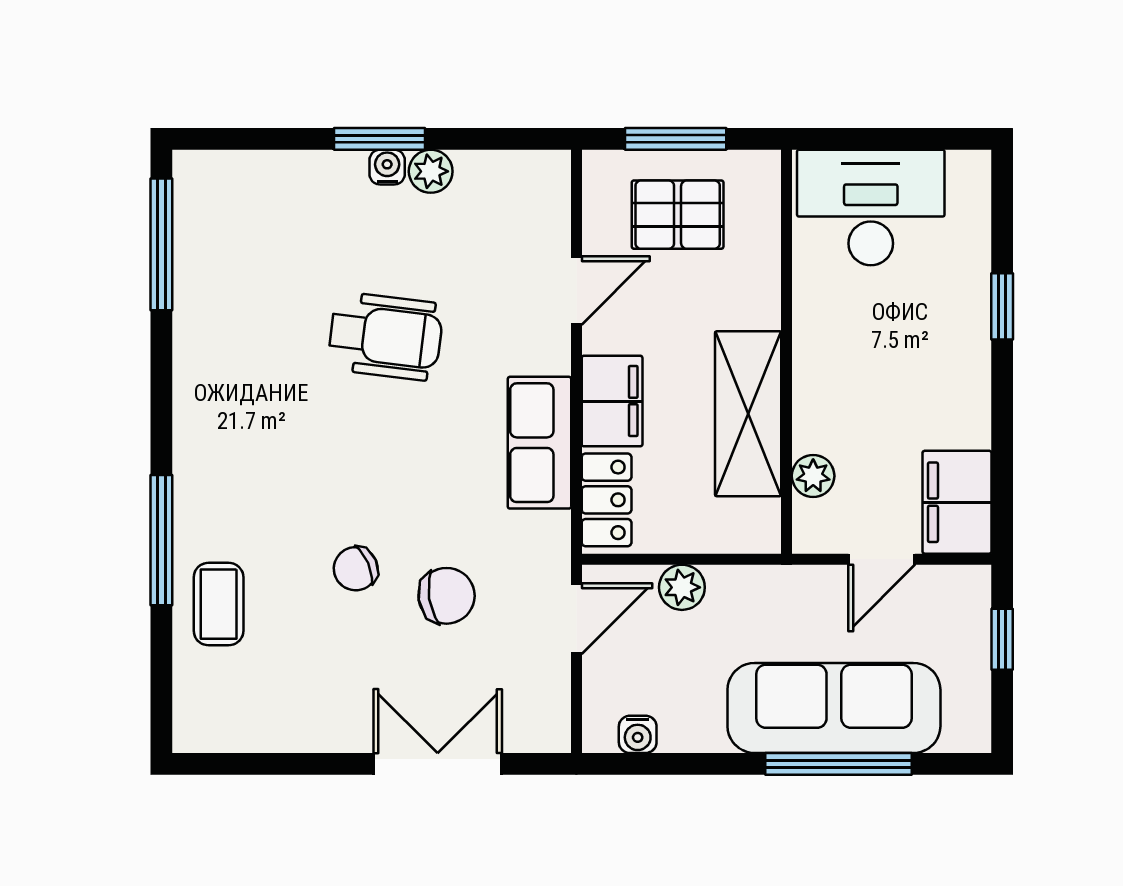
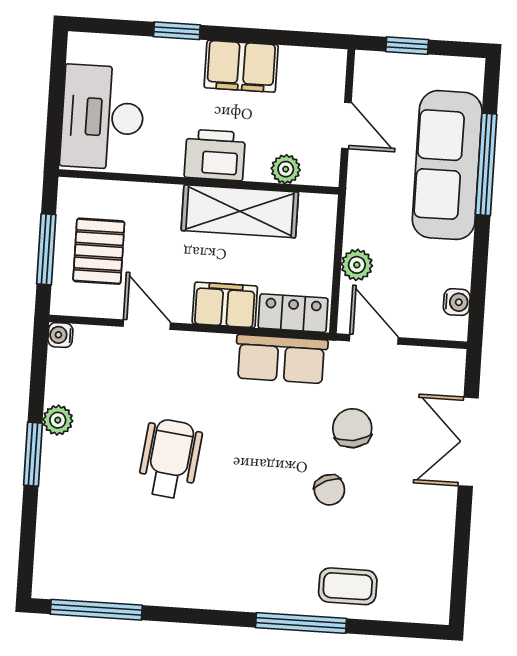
water cooler: (387, 167) -> (60, 335), moved
printer: (827, 373) -> (215, 155), added
row of seats: (539, 443) -> (281, 359), moved
filing cabinet: (957, 502) -> (241, 66), moved

